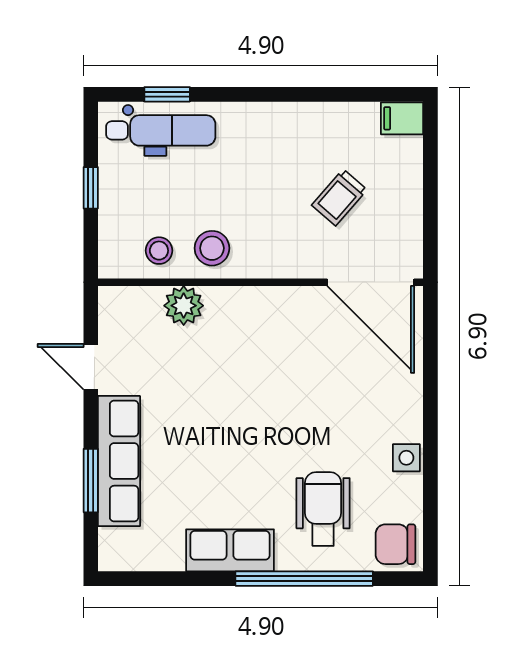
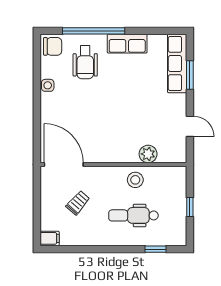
dental chair: (161, 130) -> (133, 215), moved
stool: (159, 251) -> (159, 179), removed
row of seats: (119, 461) -> (177, 63), moved

